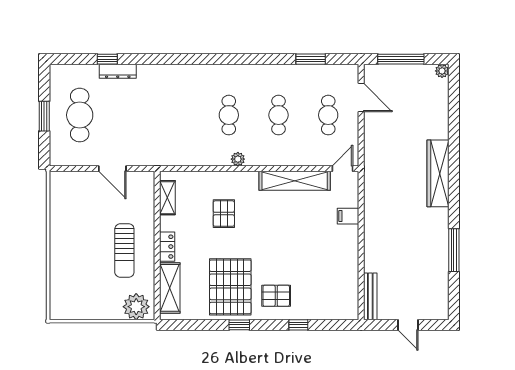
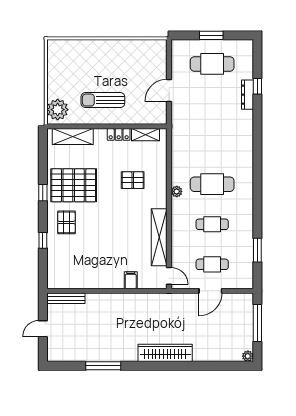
door: (361, 98) -> (210, 291), moved
cafe table: (229, 115) -> (212, 184), width x1.37, depth x1.35
locker: (167, 247) -> (119, 134), moved

